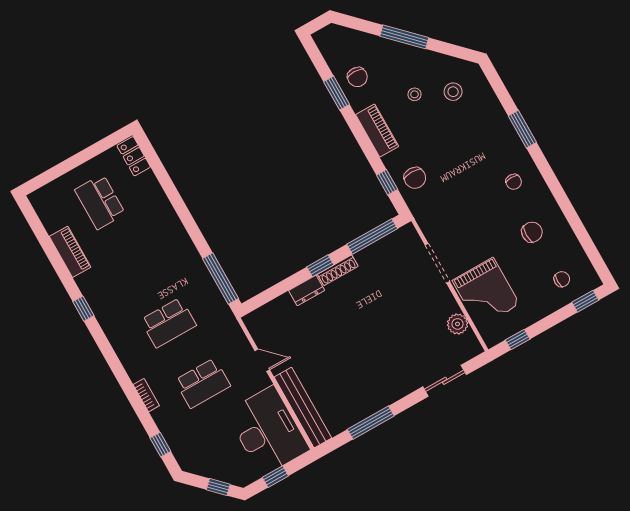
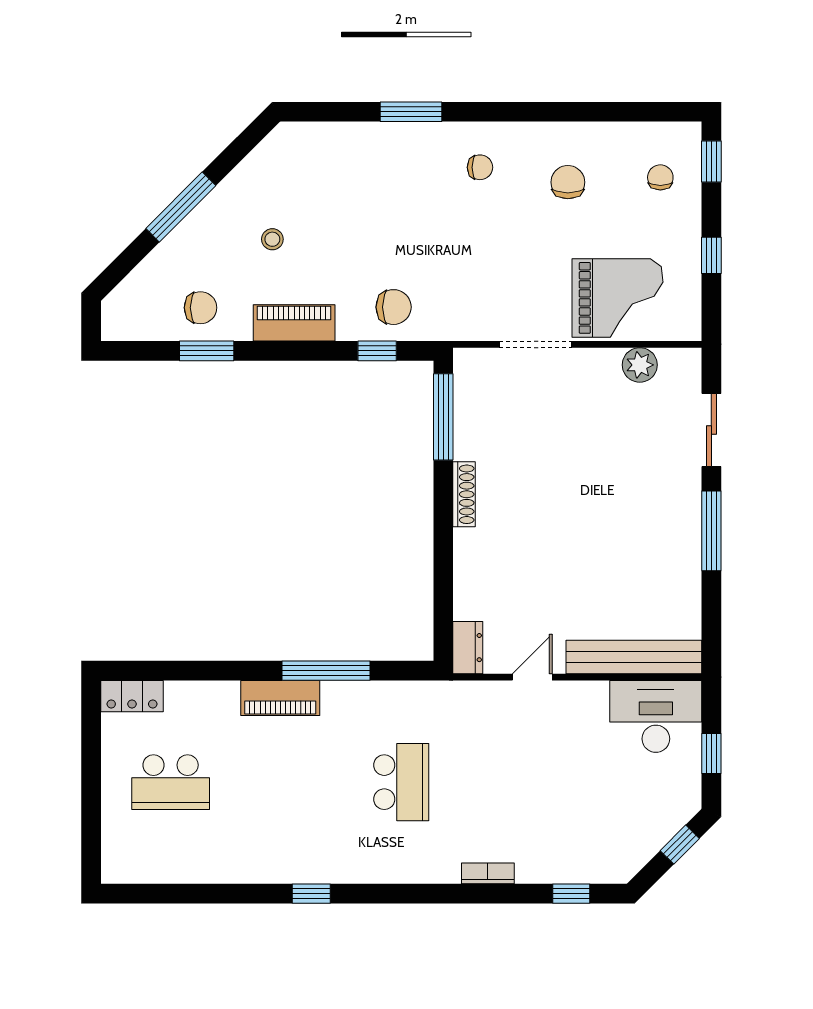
stool: (453, 92) -> (300, 181), removed
piano: (70, 252) -> (280, 698), moved, turned 180
window: (320, 266) -> (443, 516), removed
window: (220, 279) -> (326, 671), moved
dresser: (307, 290) -> (468, 648), moved
window: (518, 340) -> (711, 255), moved
school desk: (203, 383) -> (517, 782), removed
window: (371, 423) -> (711, 531), moved
desk: (268, 431) -> (656, 716), width x0.73, depth x0.77

